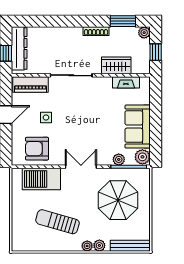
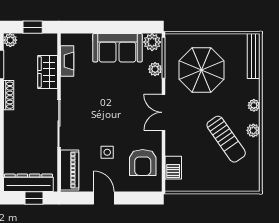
barbecue: (41, 179) -> (173, 168), width x0.53, depth x0.65
sun lounger: (57, 222) -> (226, 139), turned -51
plant: (99, 245) -> (253, 130), moved

